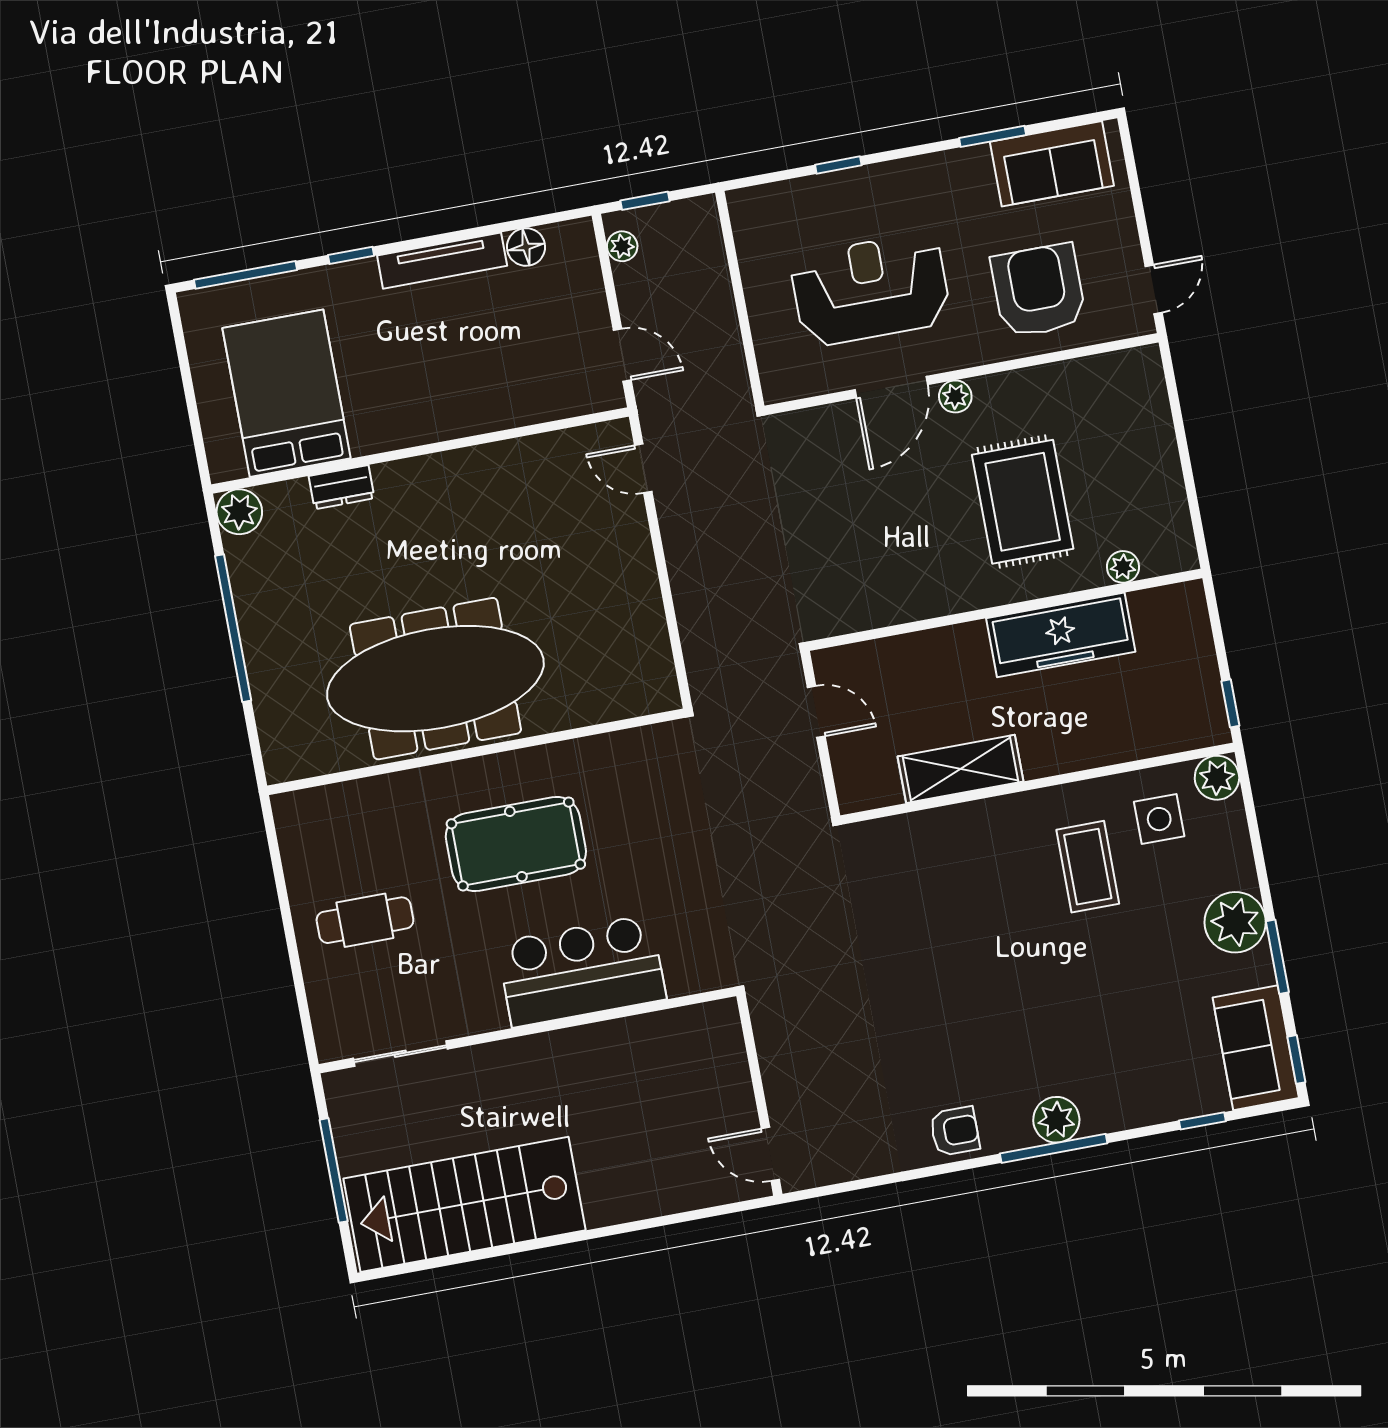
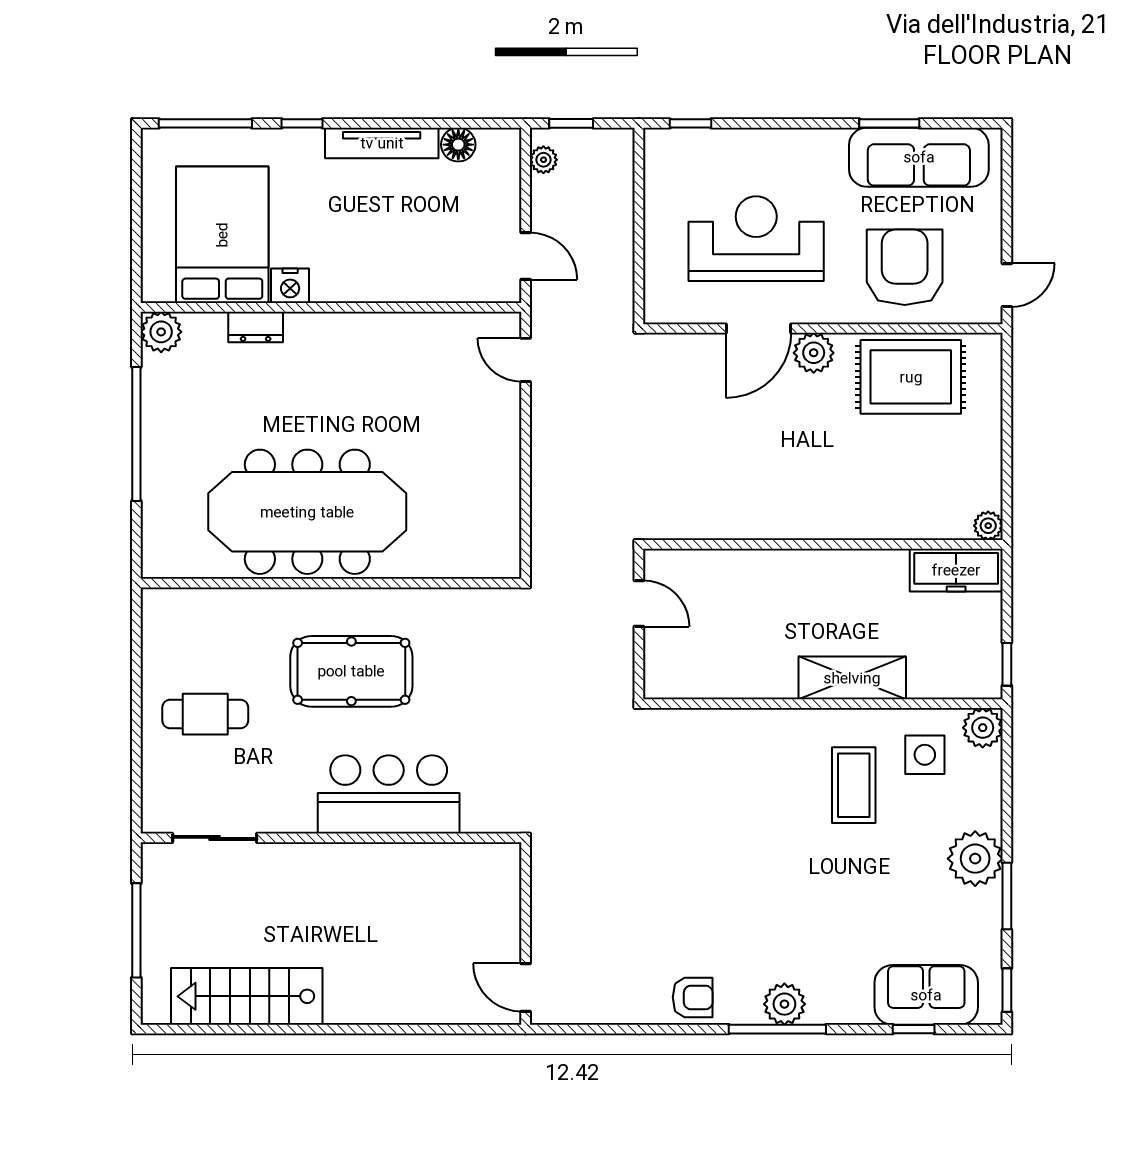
sofa: (1052, 164) -> (919, 157), width x1.36
window: (838, 165) -> (690, 123), moved
plant: (955, 396) -> (814, 353), width x1.38, depth x1.38
nightstand: (371, 435) -> (290, 286), added
rug: (1023, 502) -> (911, 377), moved, turned 90
plant: (1123, 567) -> (988, 526), moved
freezer: (1061, 635) -> (956, 570), moved, width x0.73, depth x0.79
shelving: (961, 769) -> (852, 678), moved
sofa: (1256, 1048) -> (926, 995), moved, turned 90
stairs: (464, 1204) -> (247, 996), width x0.73, depth x0.66

